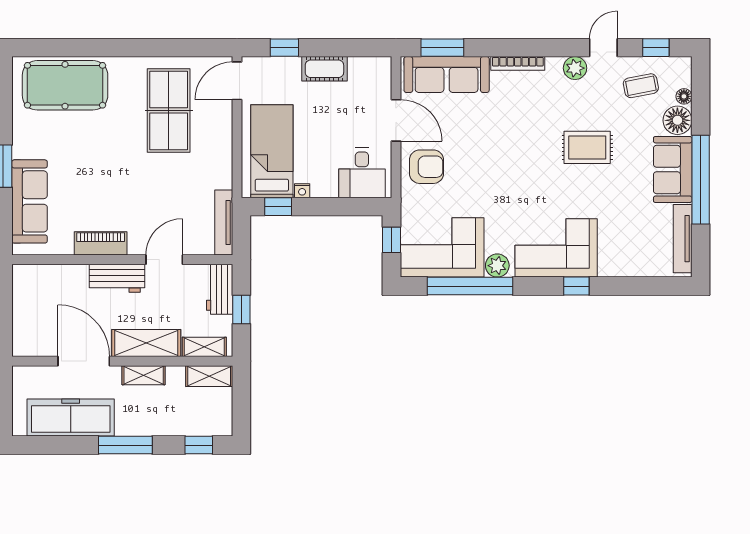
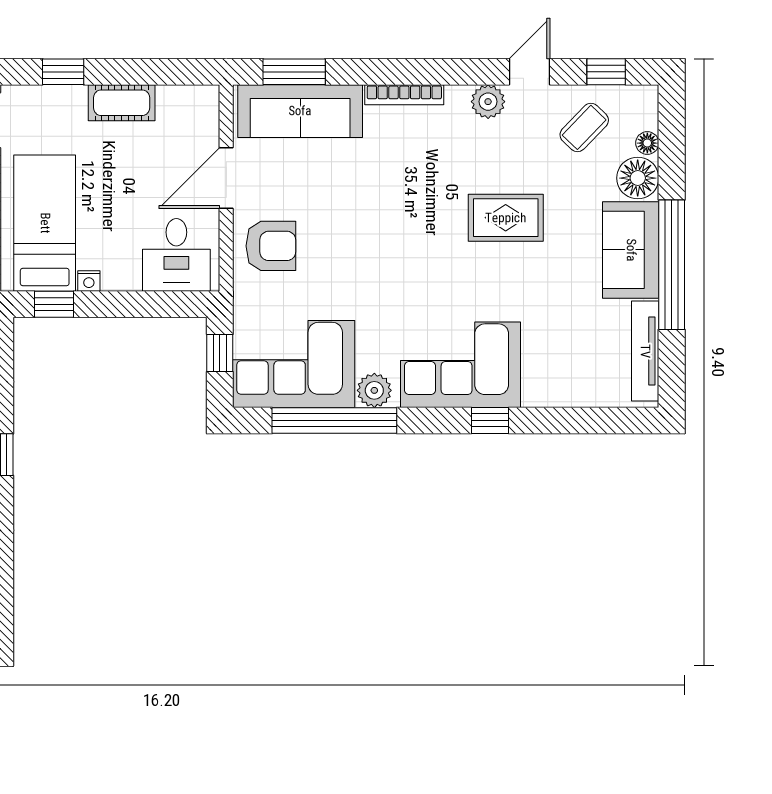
coffee table: (641, 86) -> (584, 127), turned -35
door: (396, 120) -> (226, 178), swing flipped

